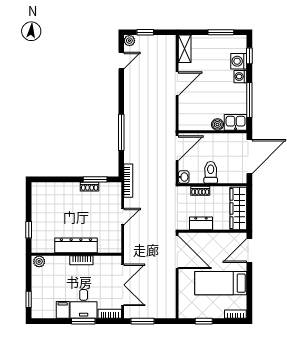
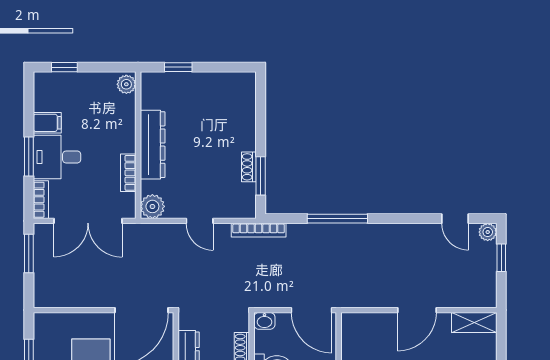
door: (177, 84) -> (417, 310), hinge flipped
plant: (114, 246) -> (152, 206), added
bookcase: (81, 260) -> (128, 173), moved

